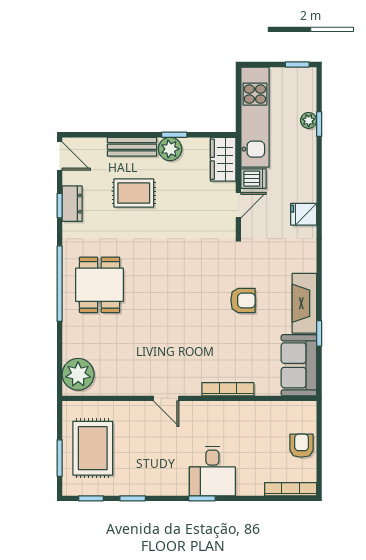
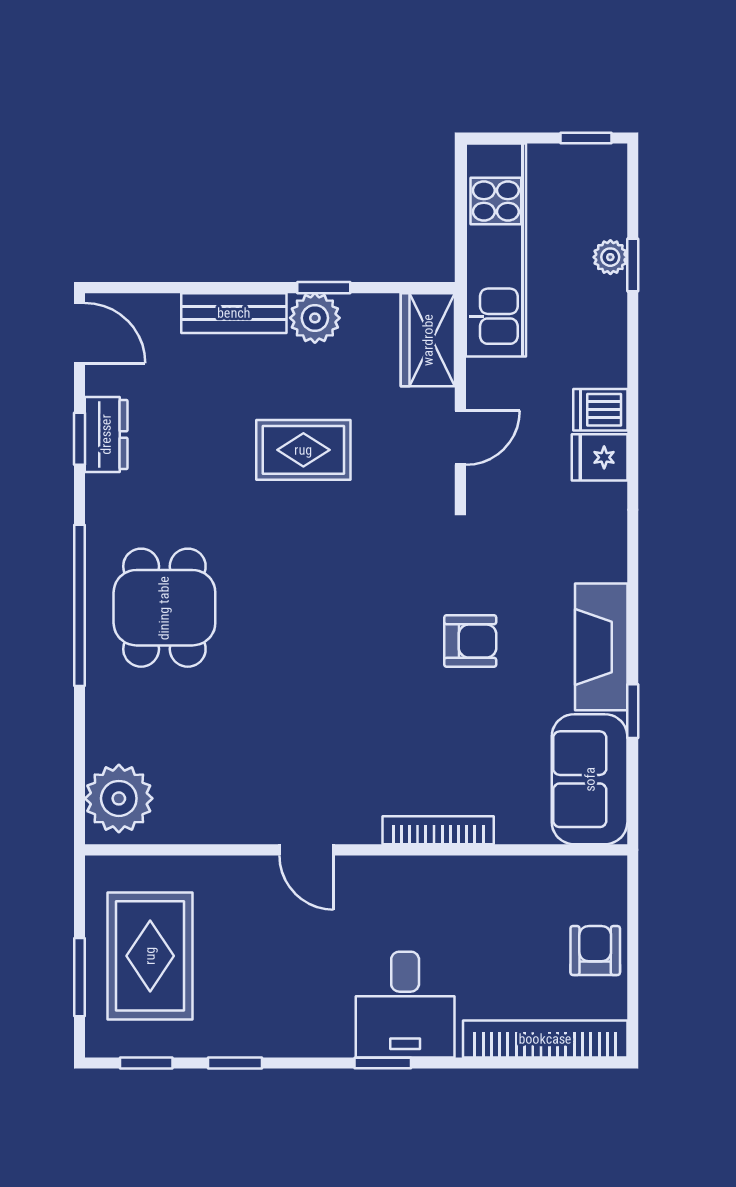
dishwasher: (253, 179) -> (600, 410), moved, turned 180
rug: (134, 193) -> (303, 450), moved
bookcase: (291, 489) -> (545, 1039), width x1.48, depth x1.31

